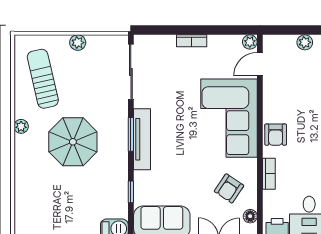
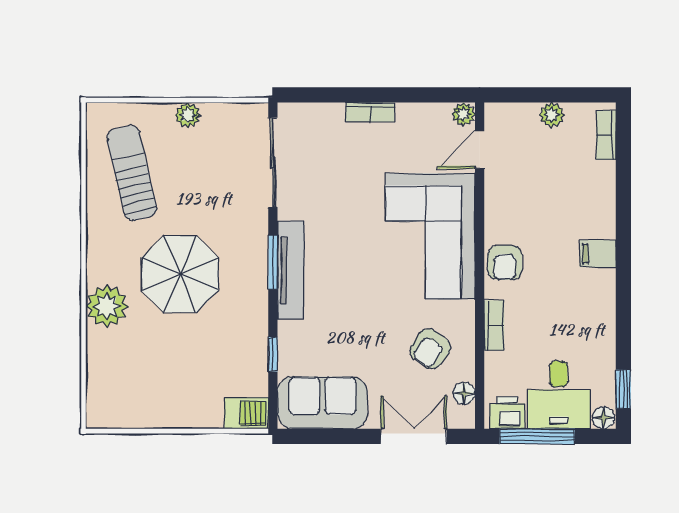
plant: (21, 126) -> (107, 306), moved, width x1.88, depth x1.88

